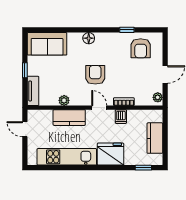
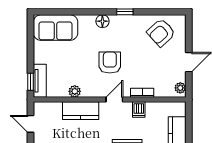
window: (127, 30) -> (125, 12), moved
armchair: (141, 48) -> (161, 33), turned 48
window: (25, 70) -> (30, 82), moved
door: (99, 108) -> (114, 100), hinge flipped

